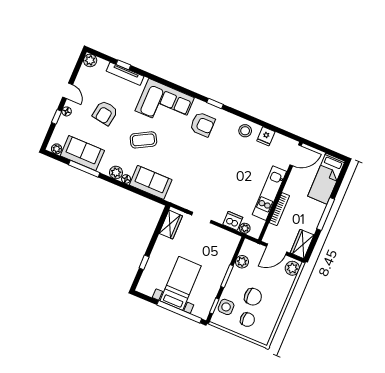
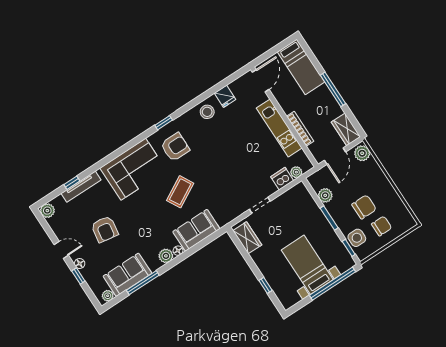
coffee table: (143, 140) -> (180, 192), moved

